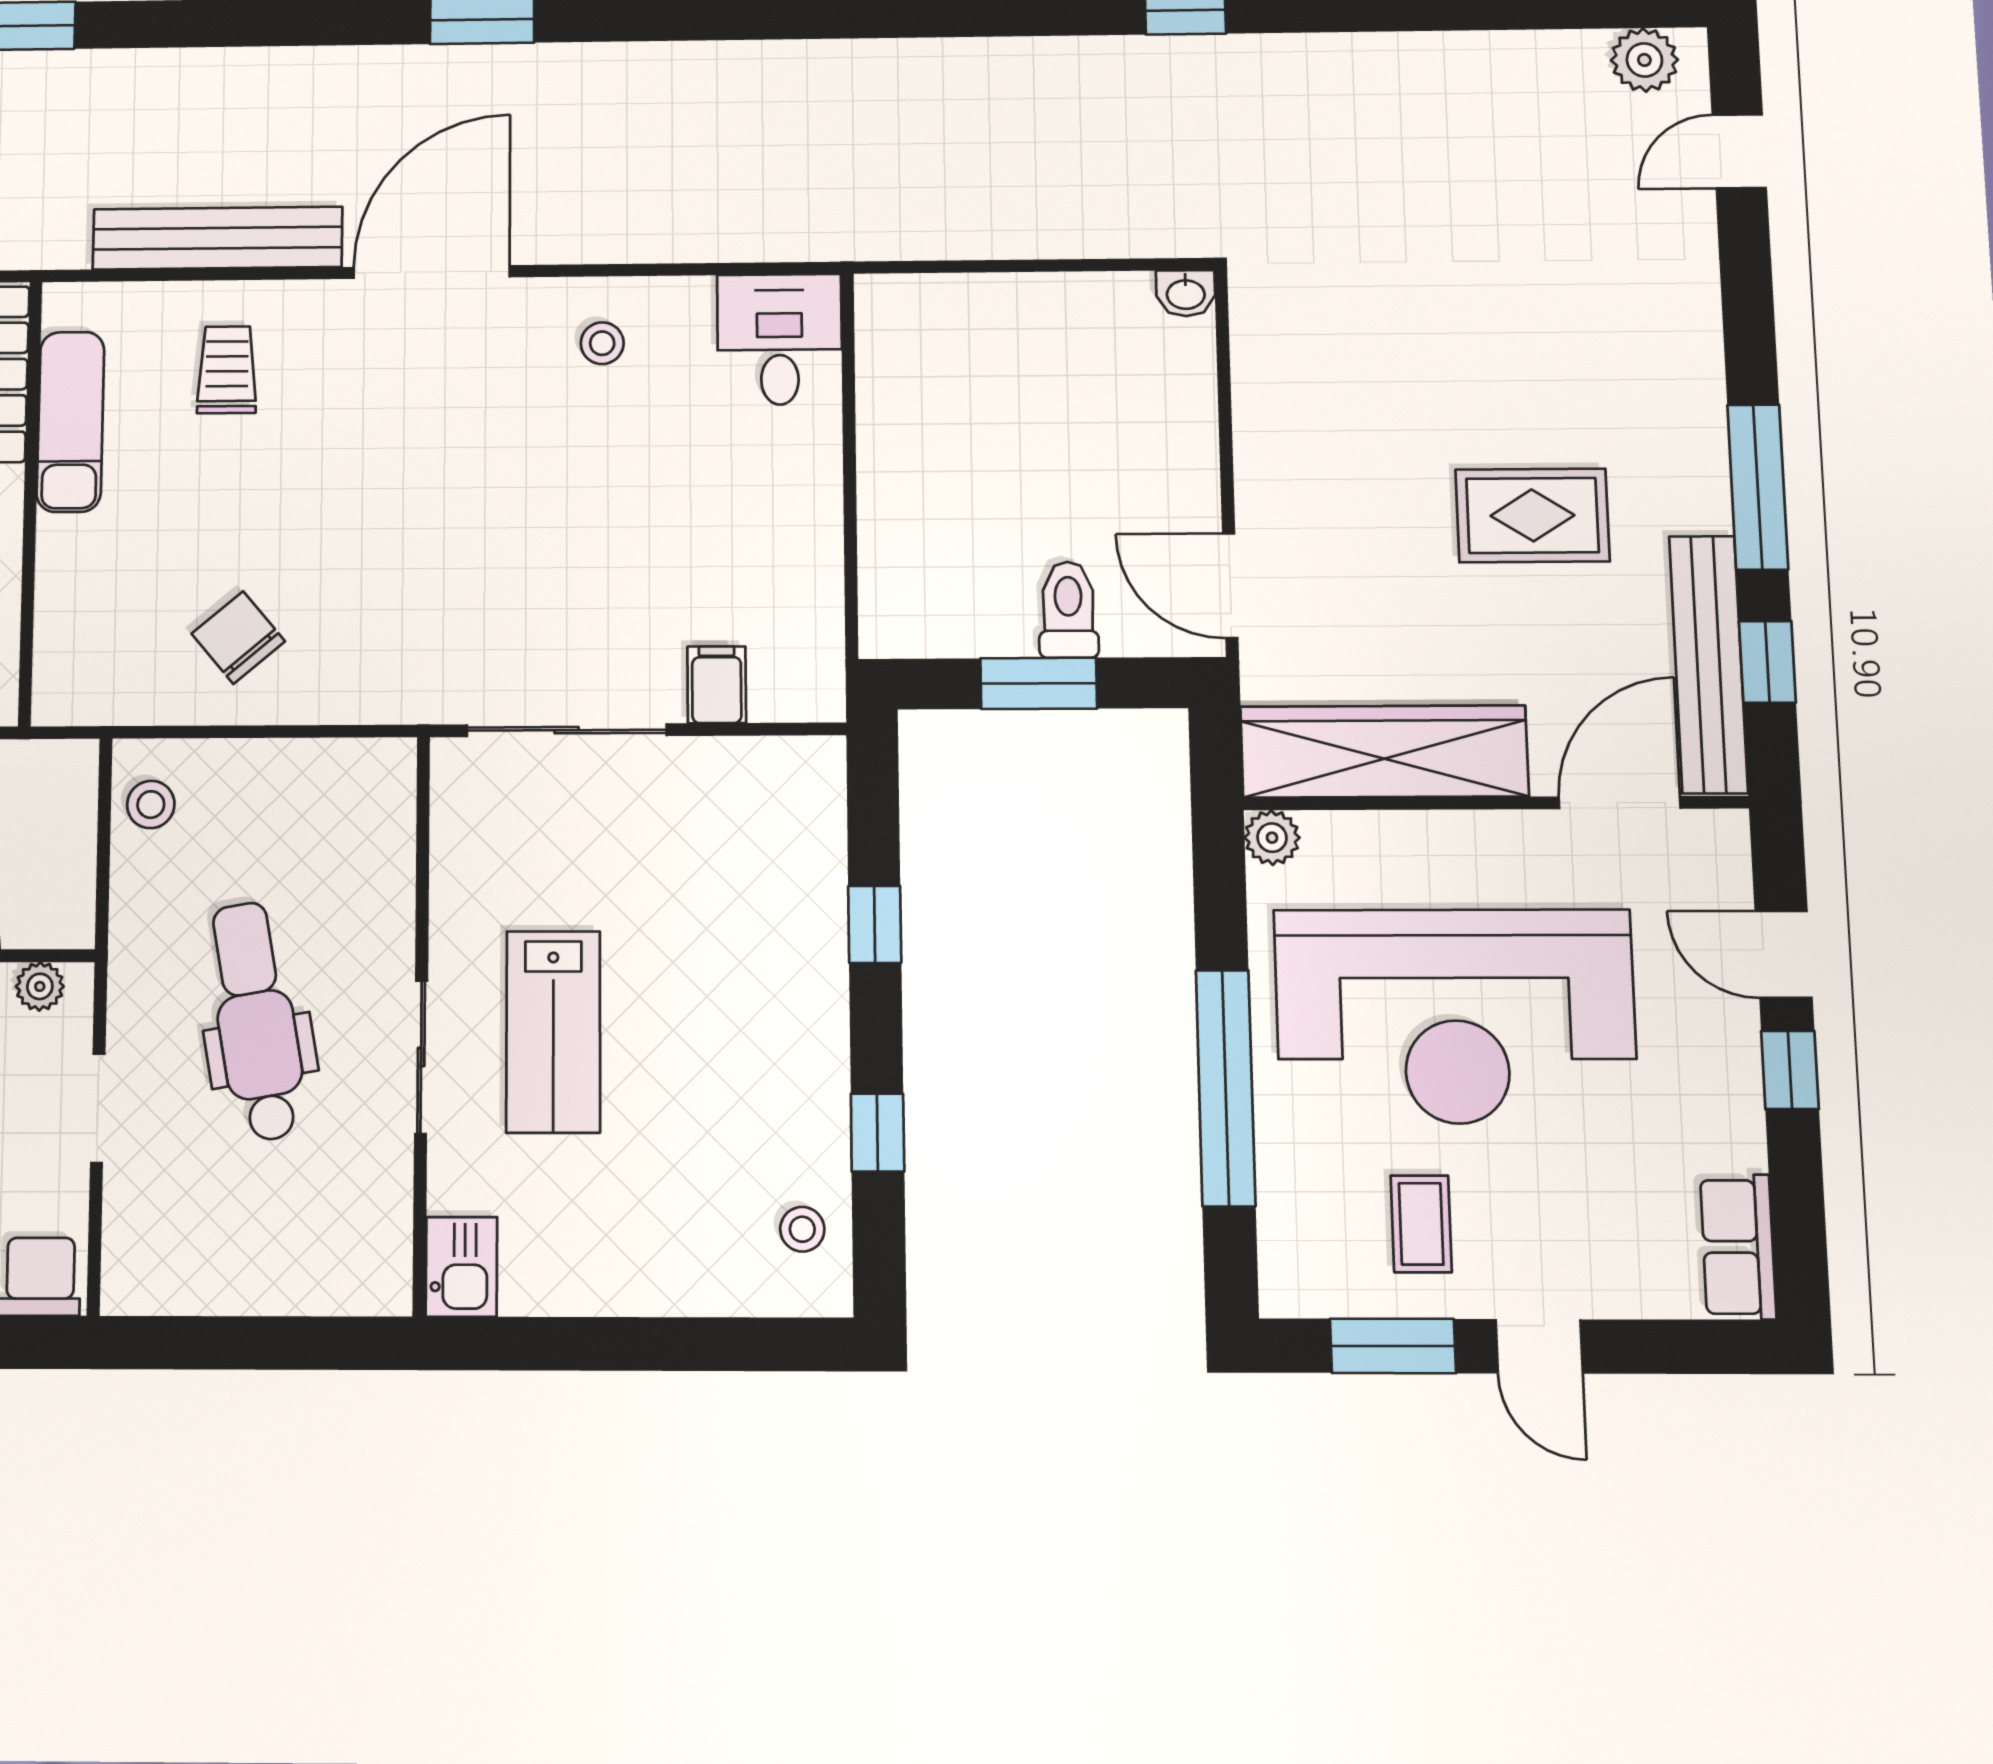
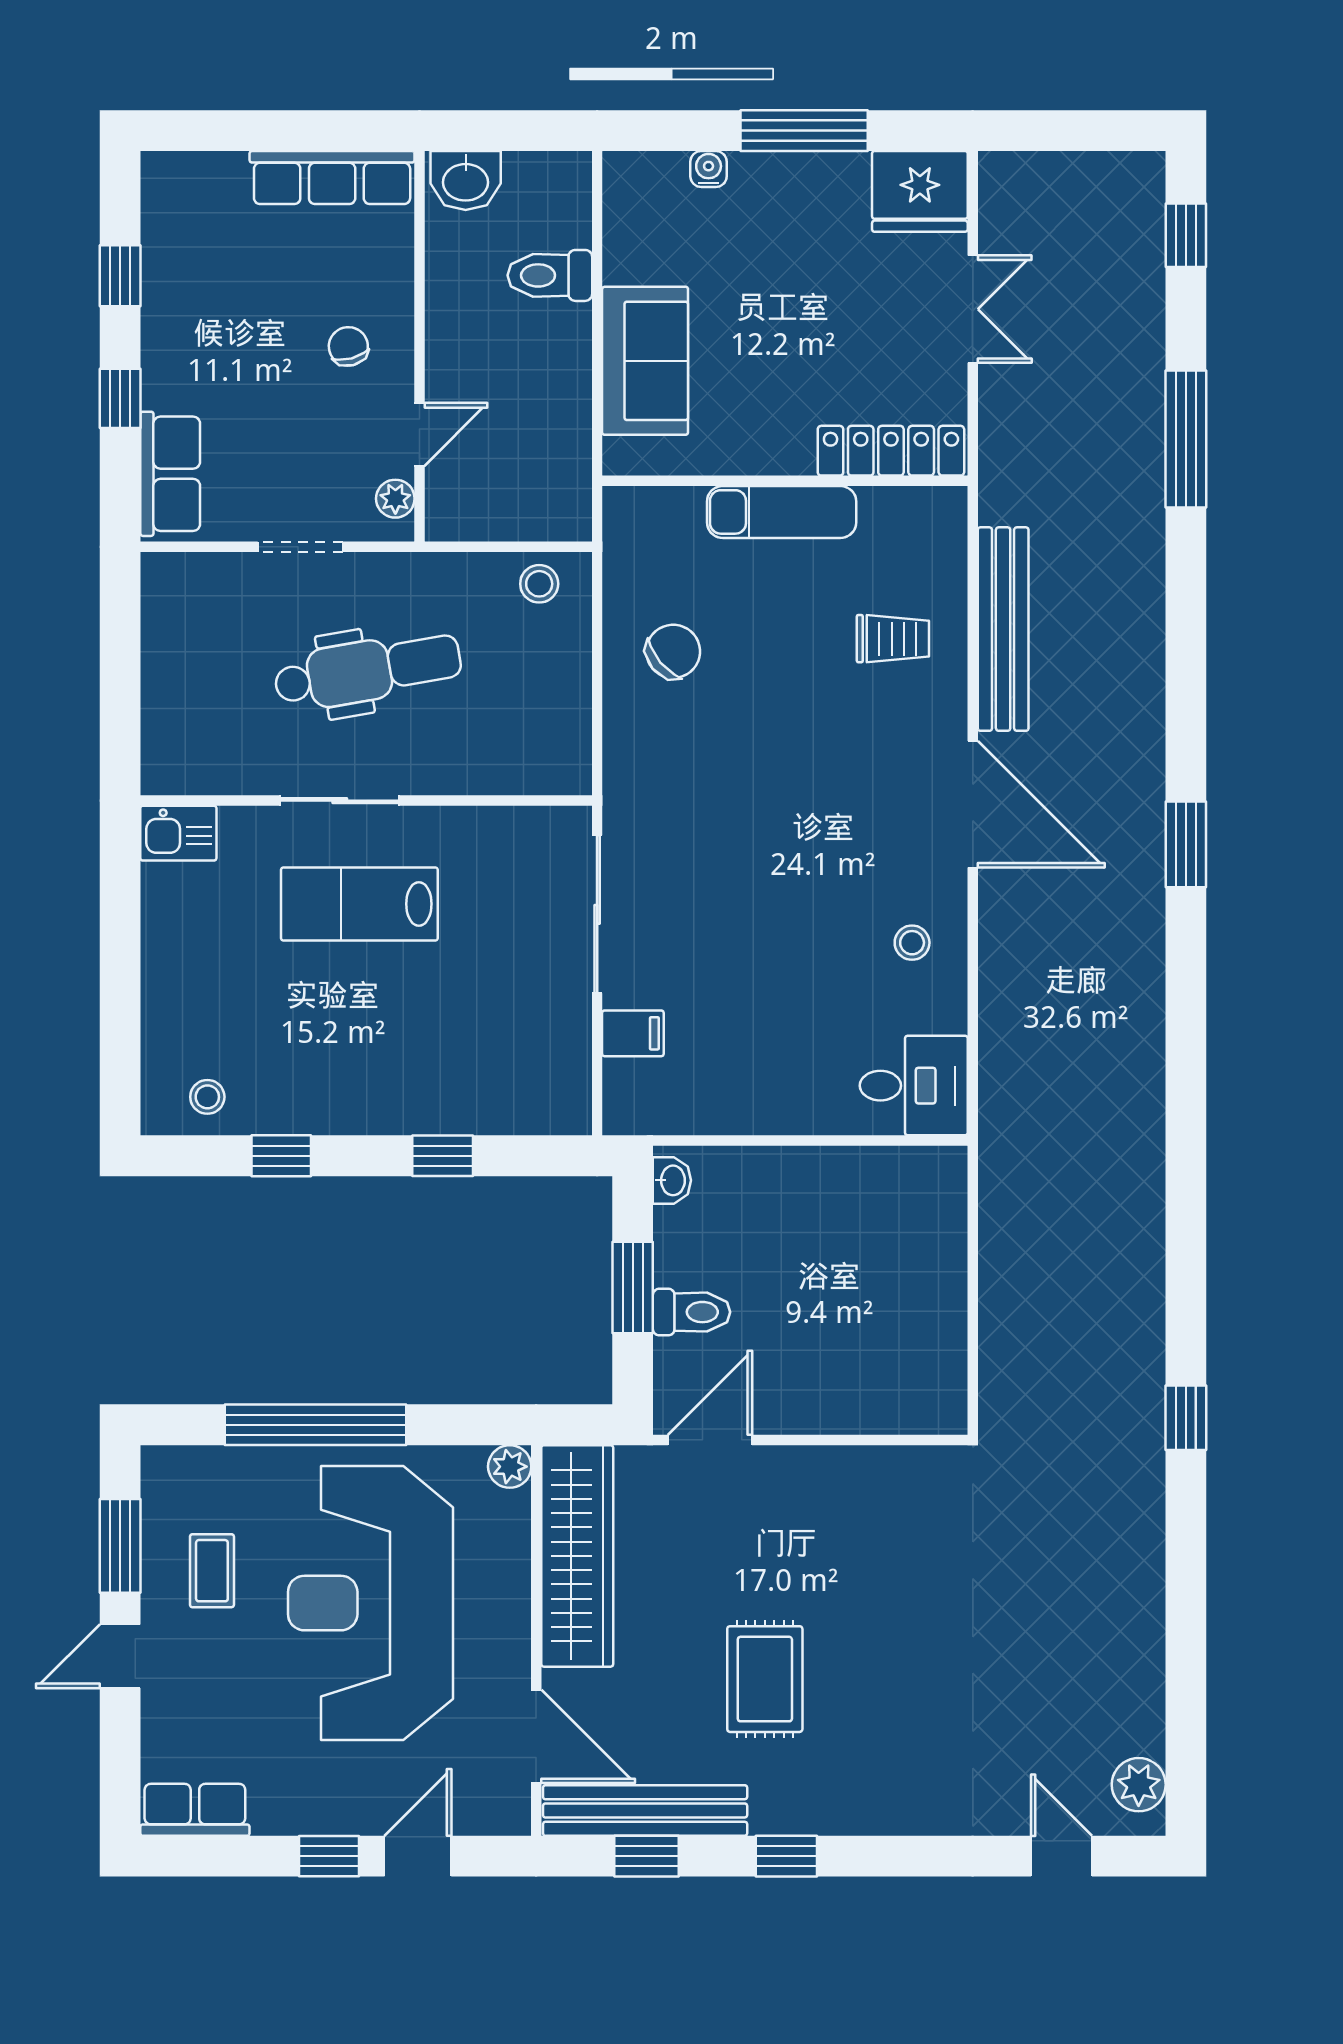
washbasin: (1186, 293) -> (672, 1180), moved, turned 180
exam couch: (70, 422) -> (782, 512), moved
window: (1758, 487) -> (786, 1856), width x0.46
coffee table: (1421, 1224) -> (212, 1571), turned 90

